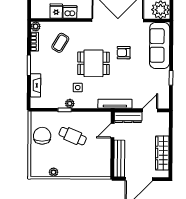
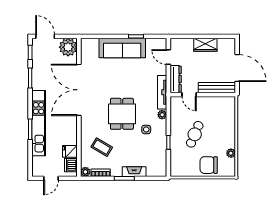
dishwasher: (70, 12) -> (71, 165), moved
sofa: (160, 45) -> (122, 48), moved
armchair: (124, 53) -> (111, 84), removed
fireplace: (36, 85) -> (134, 172), moved
plant: (70, 103) -> (162, 115), moved
chair: (42, 136) -> (209, 165), moved
wardrobe: (162, 153) -> (205, 45), width x0.67

